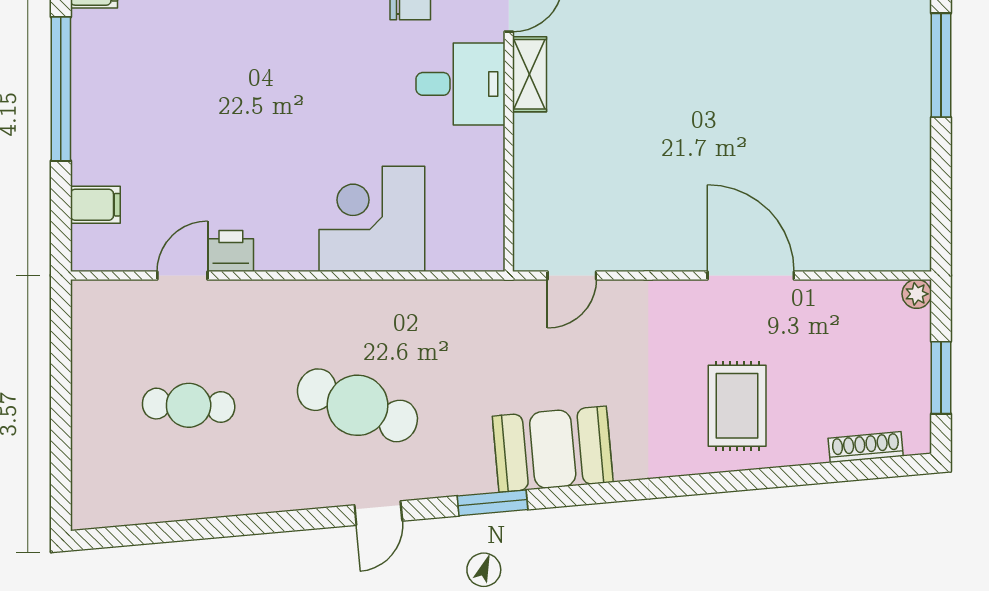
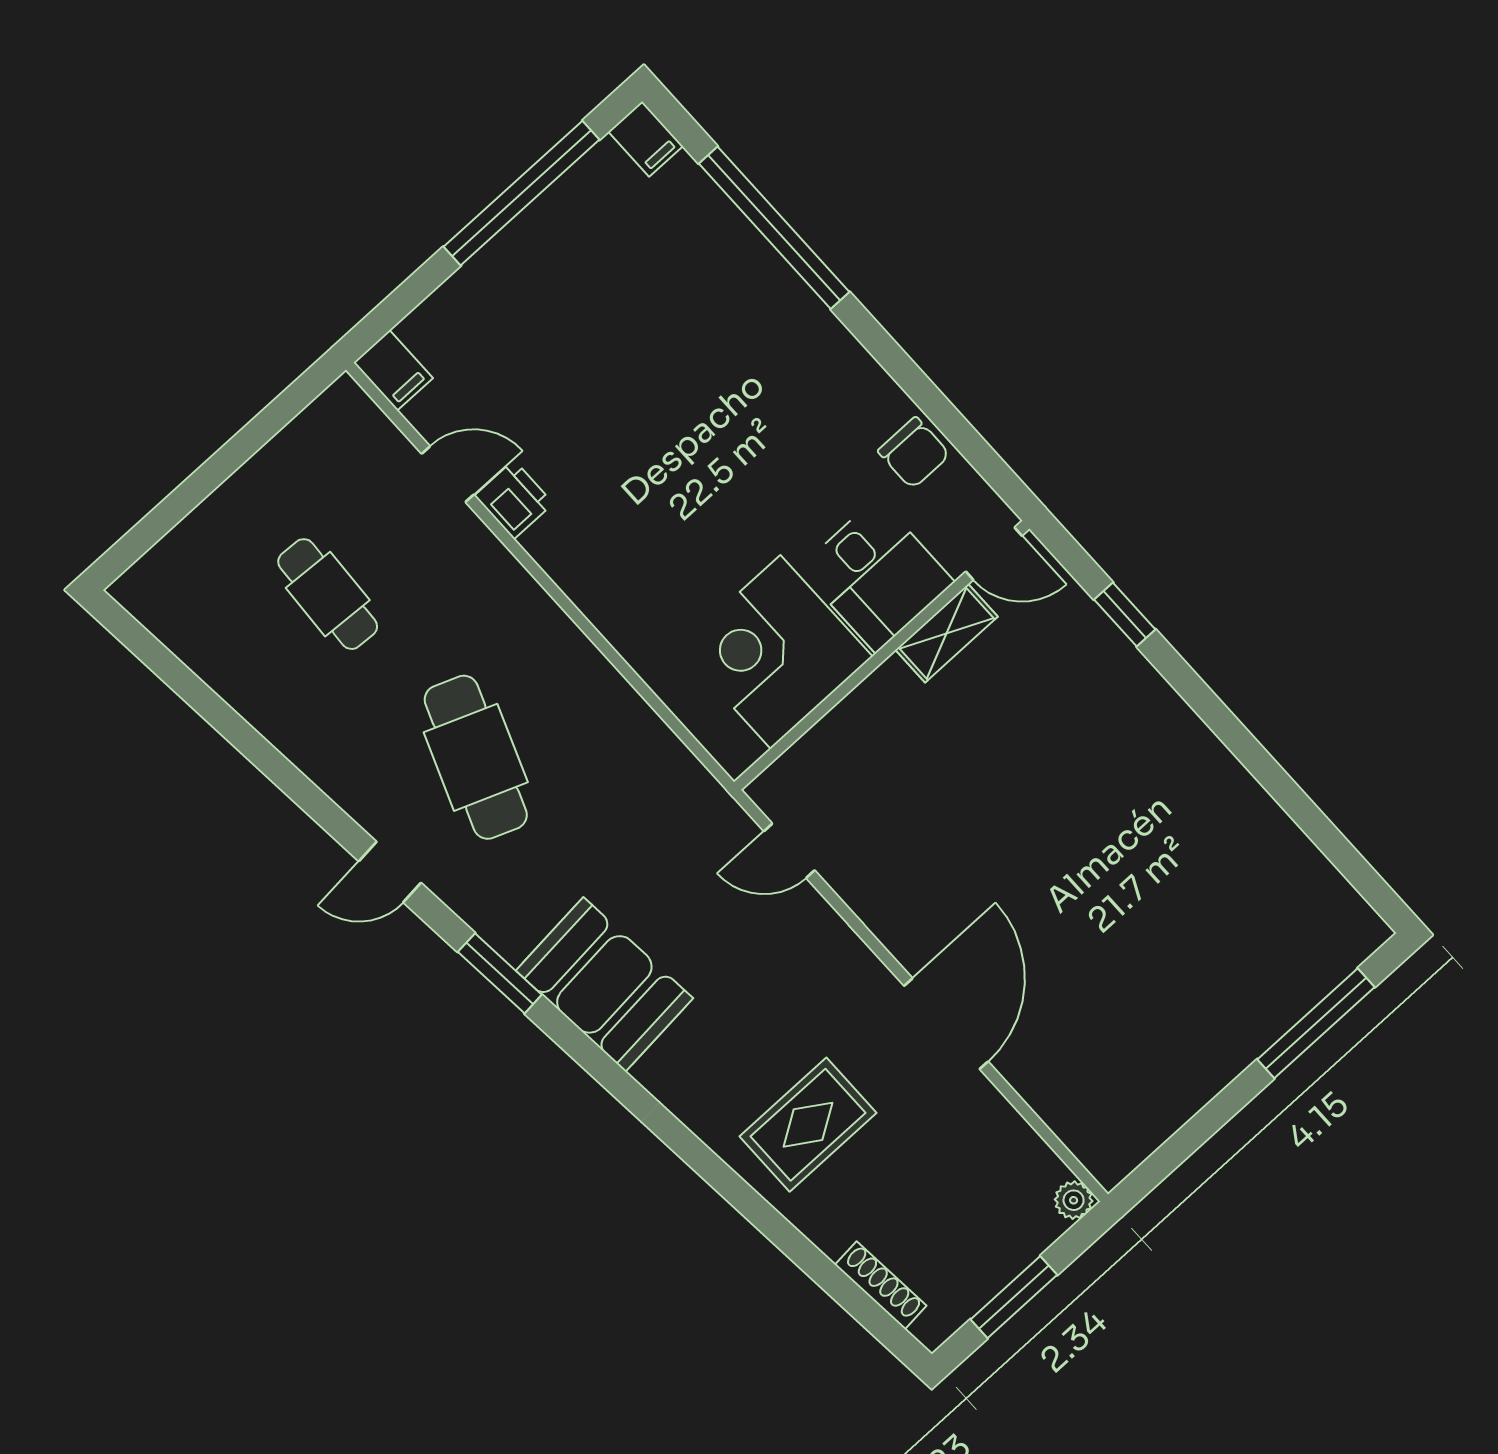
filing cabinet: (95, 205) -> (393, 370), moved
corner desk: (372, 219) -> (776, 652), moved, turned -90

